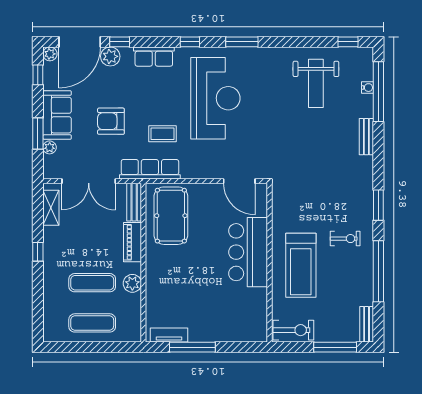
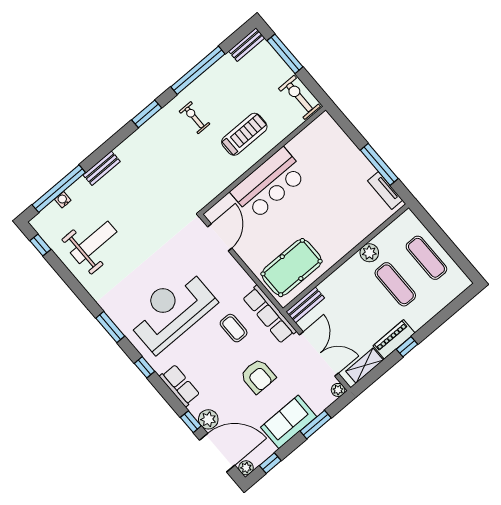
plant: (50, 147) -> (338, 390), moved
piano: (133, 242) -> (394, 339), moved, turned 180
treadmill: (301, 265) -> (244, 134), width x0.73, depth x0.73

